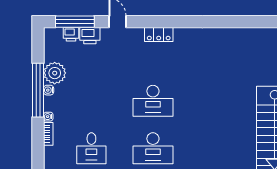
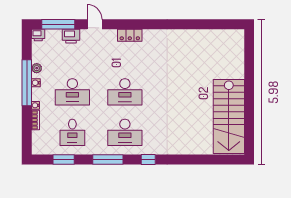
printer: (71, 34) -> (38, 35), moved
plant: (55, 73) -> (37, 68), width x0.53, depth x0.53
desk: (91, 101) -> (72, 92), added

